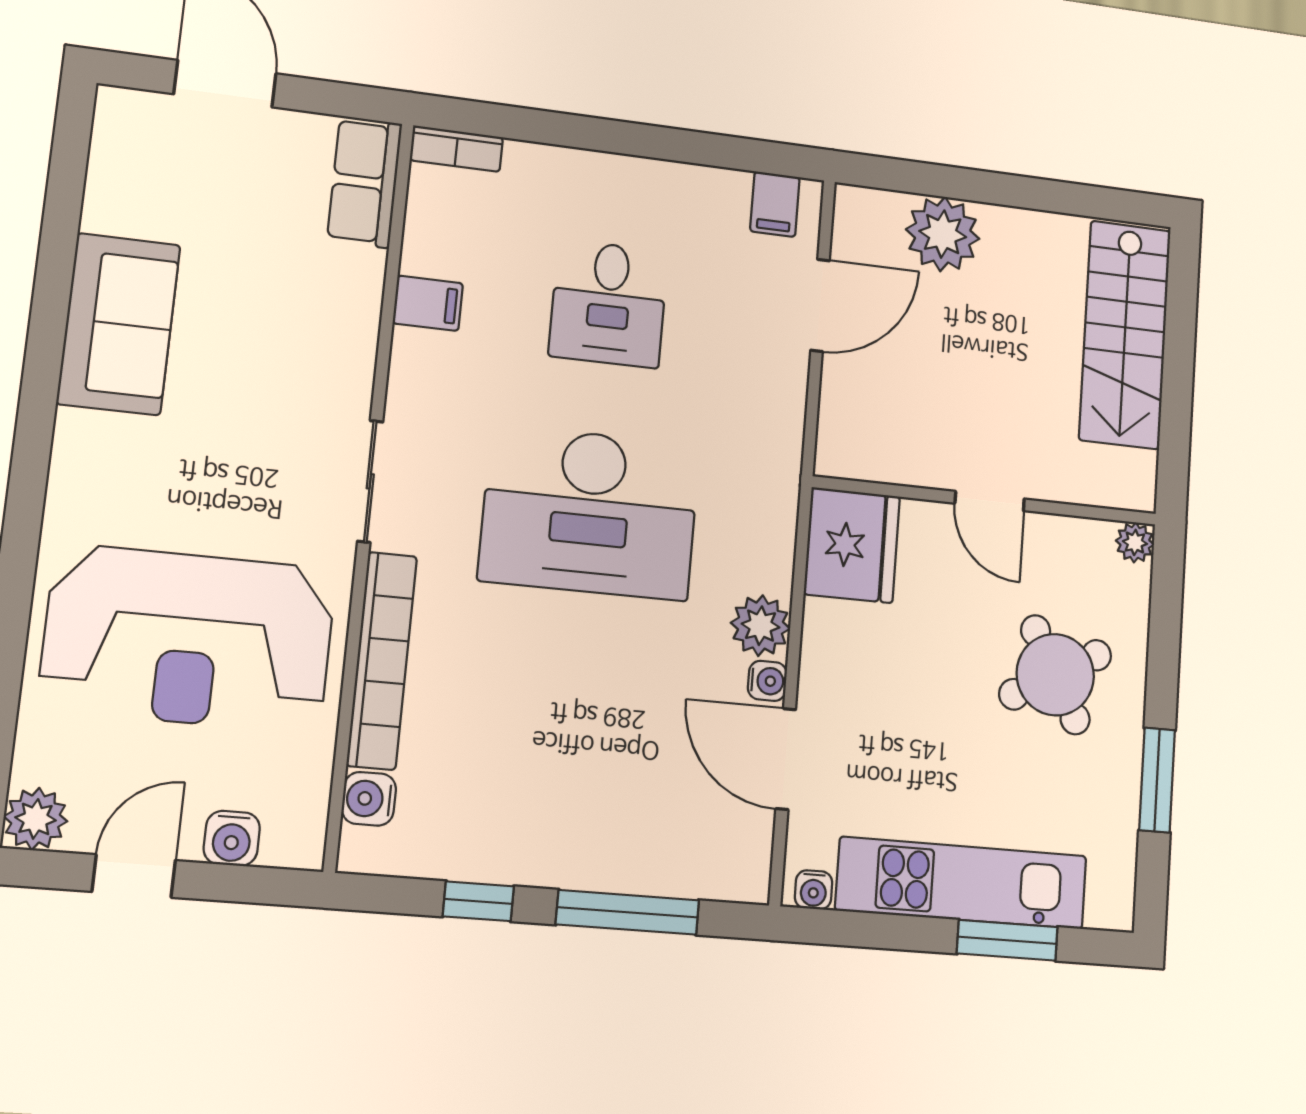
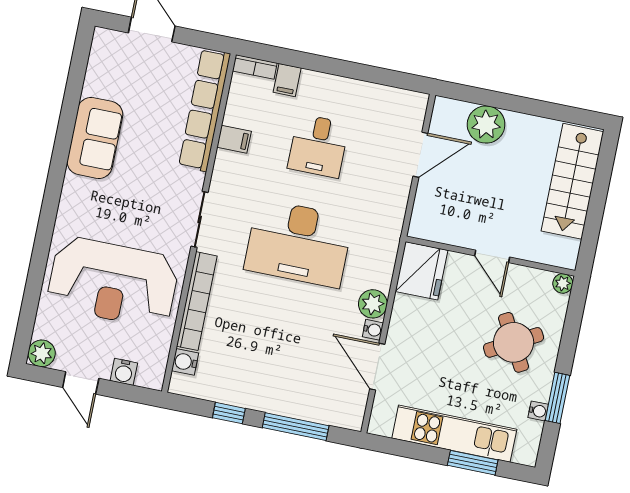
row of seats: (365, 182) -> (205, 110), width x2.02
filing cabinet: (775, 204) -> (287, 80), moved
door: (134, 876) -> (81, 383), swing flipped
water cooler: (814, 890) -> (538, 411), moved, turned -90

